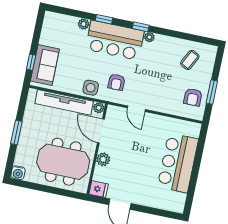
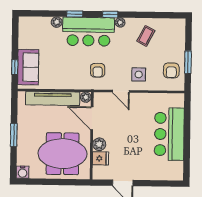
coffee table: (190, 60) -> (146, 36), moved
side table: (91, 88) -> (139, 74), moved
fridge: (99, 189) -> (101, 158), moved

